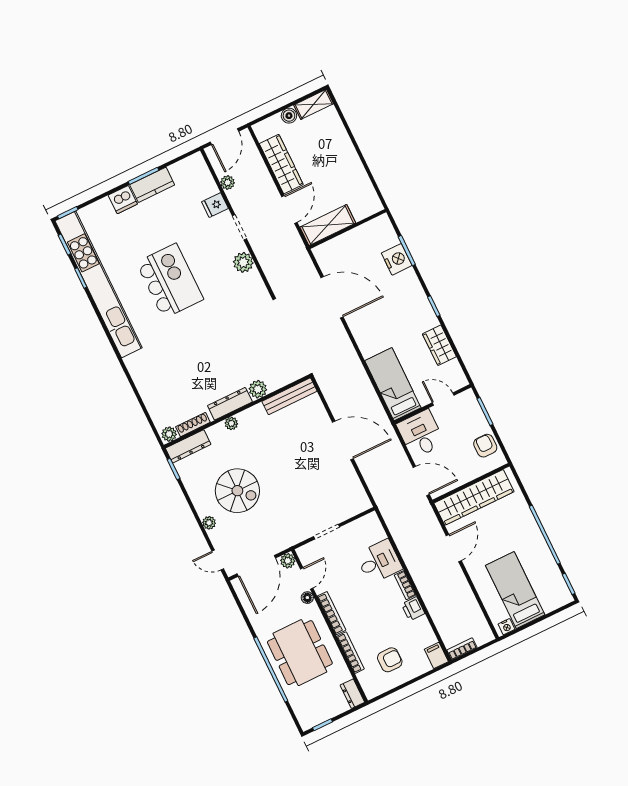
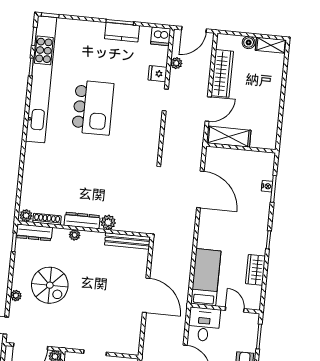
dishwasher: (123, 200) -> (161, 36), moved
nightstand: (397, 259) -> (267, 186), width x0.53, depth x0.56
plant: (243, 262) -> (153, 126), removed

